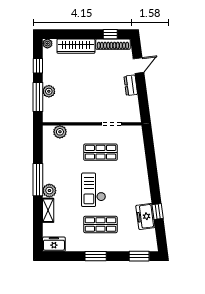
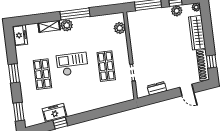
dresser: (131, 85) -> (157, 88), moved
plant: (49, 91) -> (177, 11), moved

